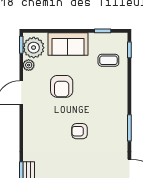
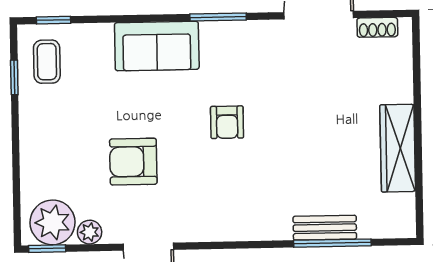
sofa: (68, 44) -> (157, 46), moved, turned 90
coffee table: (108, 60) -> (47, 62), moved
armchair: (62, 86) -> (133, 162), turned 180

